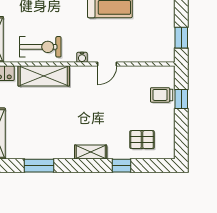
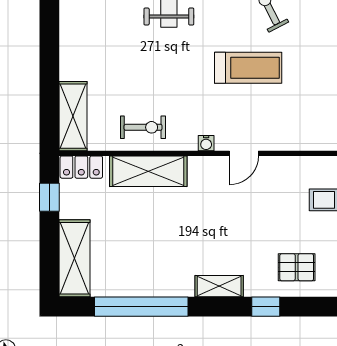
exercise bike: (40, 47) -> (143, 127), width x0.73, depth x0.72
window: (39, 166) -> (141, 307), width x2.11

